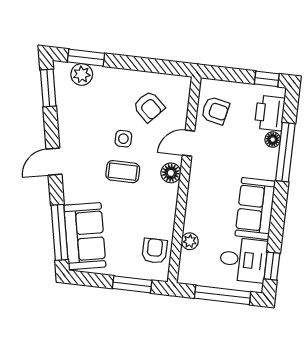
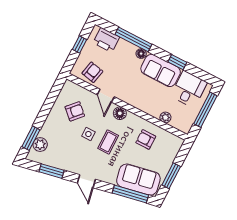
window: (267, 79) -> (79, 45), moved
window: (48, 88) -> (51, 171), moved
floor lamp: (273, 140) -> (141, 54), moved
armchair: (155, 251) -> (146, 139), moved
window: (272, 266) -> (177, 62), moved
window: (132, 284) -> (171, 176), moved

